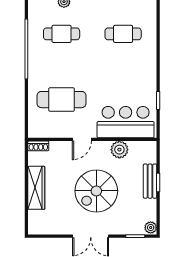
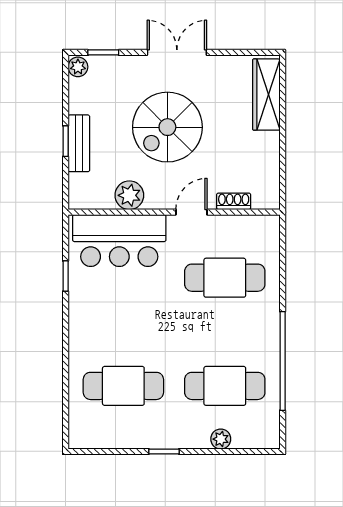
cafe table: (62, 34) -> (225, 386), width x1.37, depth x1.35
cafe table: (123, 34) -> (123, 386), width x1.37, depth x1.35
shoe rack: (38, 146) -> (234, 201), moved
wardrobe: (36, 188) -> (266, 95), moved
spiral stairs: (96, 191) -> (167, 127), turned 180

